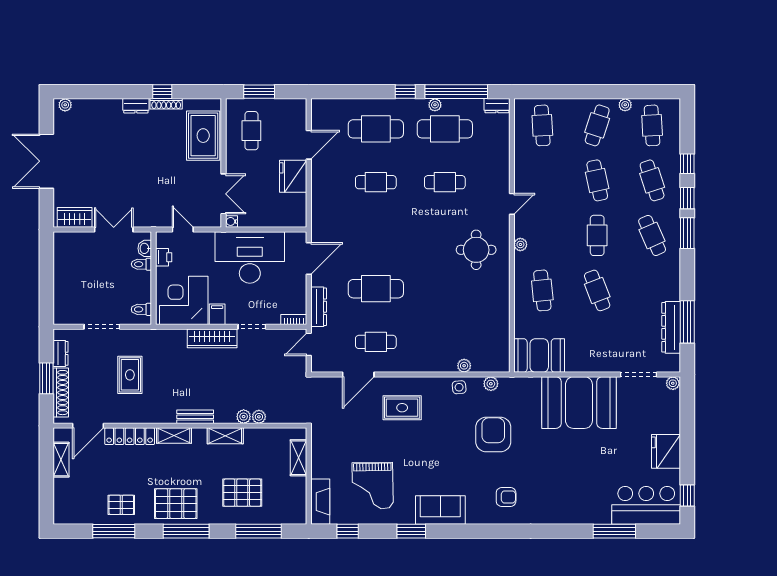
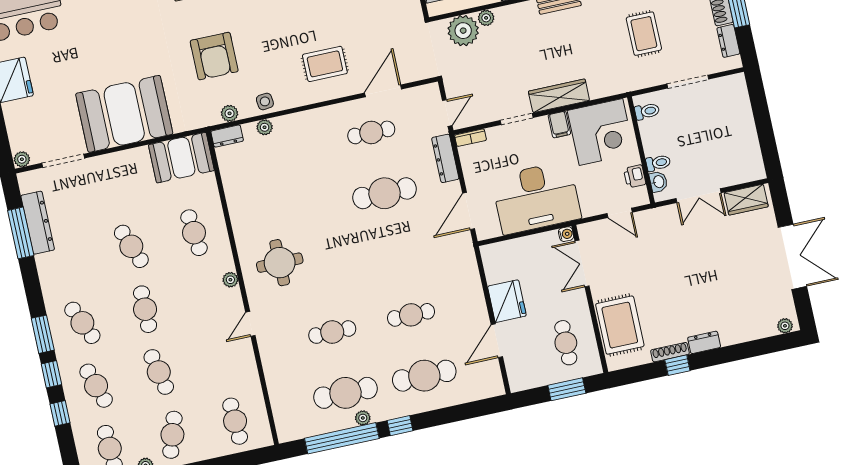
dresser: (497, 106) -> (227, 136), moved, turned 180
plant: (244, 417) -> (463, 31), moved, width x1.87, depth x1.87

